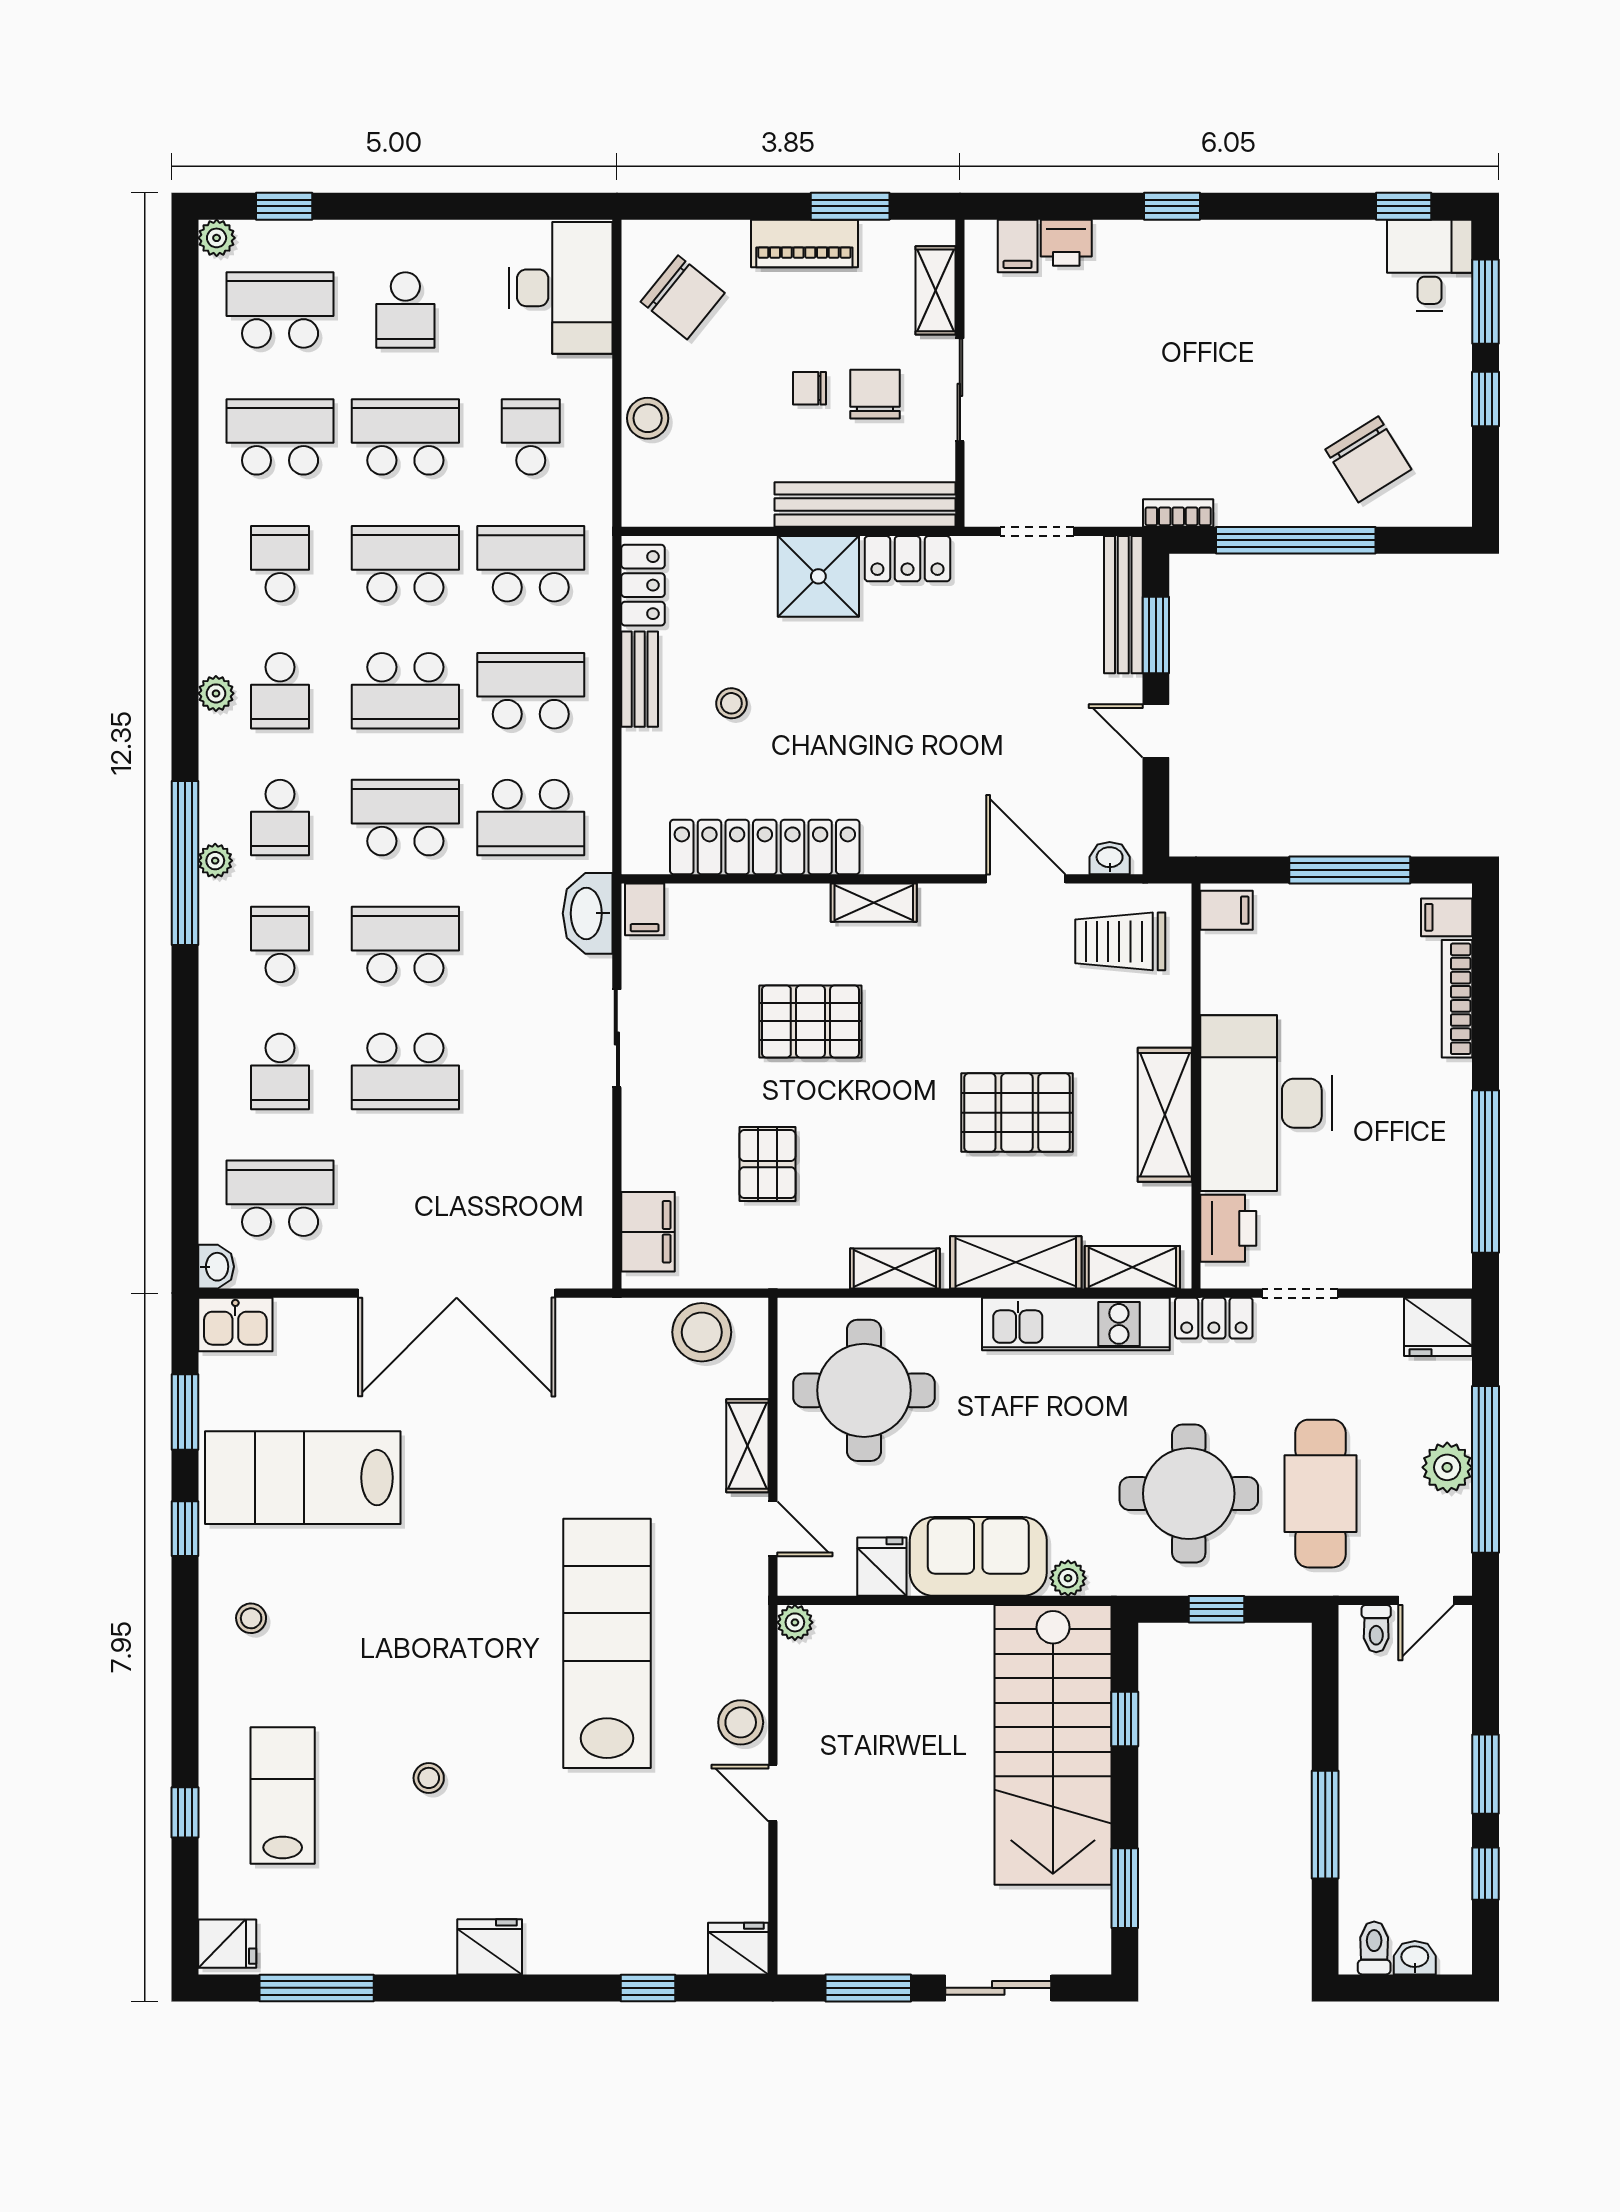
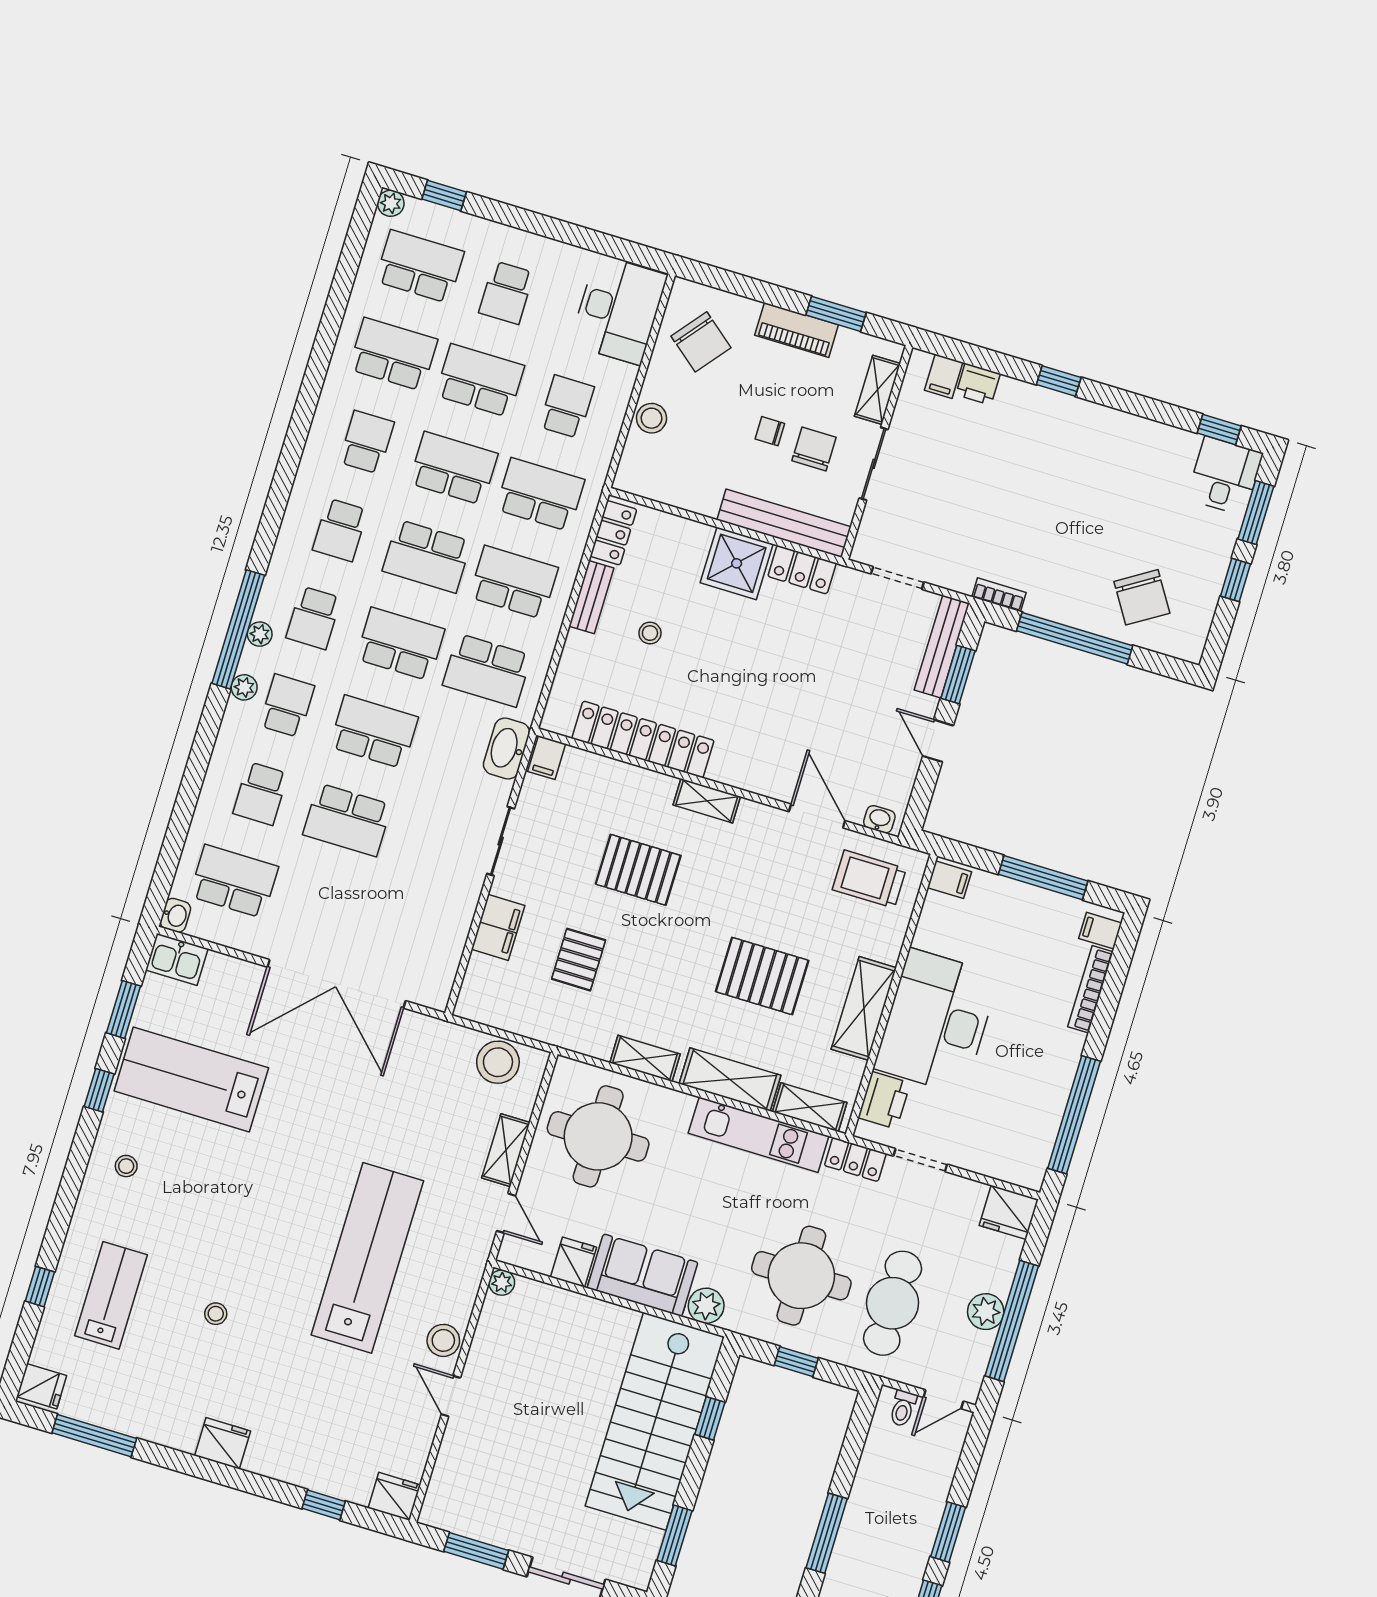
plant: (216, 693) -> (244, 687), moved
filing cabinet: (648, 1232) -> (498, 927), moved
plant: (1068, 1578) -> (706, 1306), width x1.38, depth x1.38

